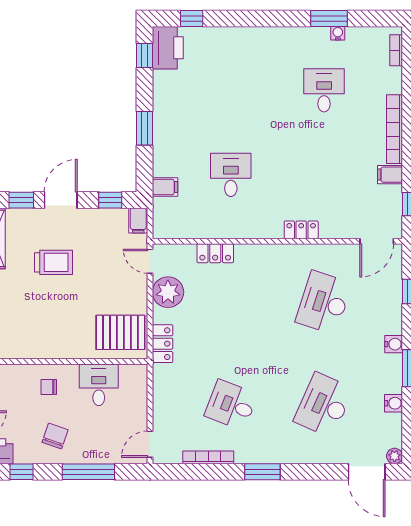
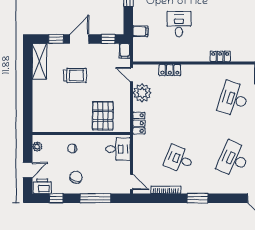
pallet: (120, 332) -> (103, 116), moved, turned 90
desk: (99, 385) -> (118, 149), moved, turned 90
door: (150, 444) -> (132, 182), swing flipped

